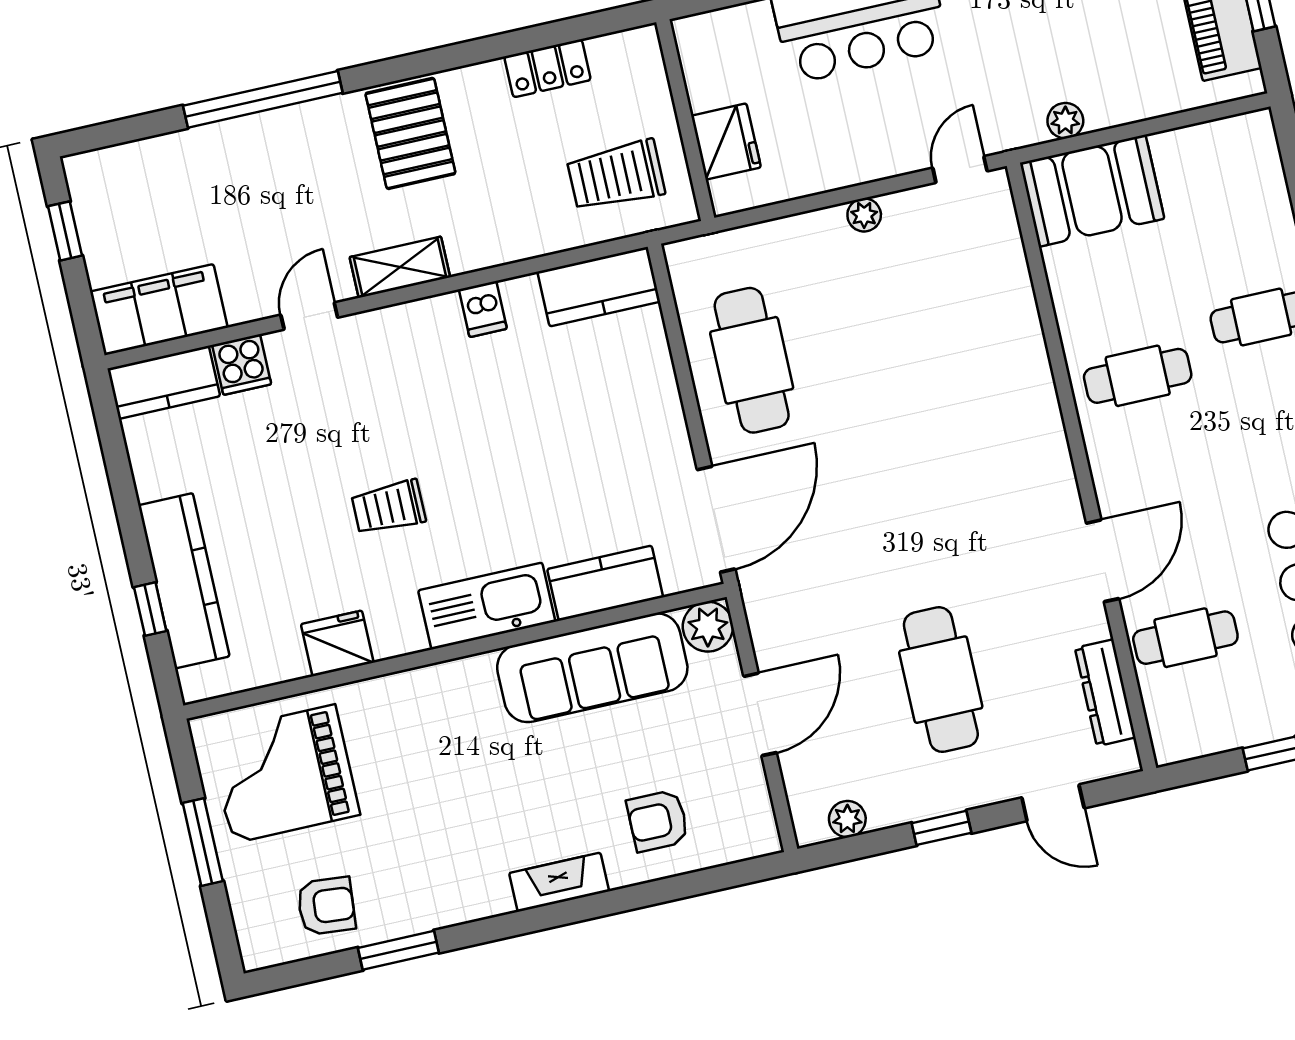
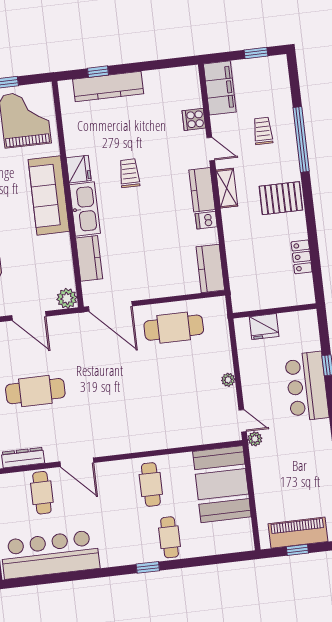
plant: (1065, 121) -> (255, 439), moved
trolley: (616, 176) -> (263, 131), moved, width x0.73, depth x0.72
booth: (1092, 191) -> (222, 484), width x1.36, depth x1.42
kitchen counter: (164, 382) -> (202, 190), moved
fridge: (337, 643) -> (79, 169), moved
sofa: (592, 668) -> (49, 195), moved

